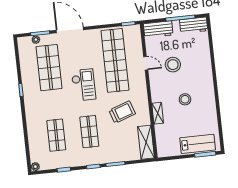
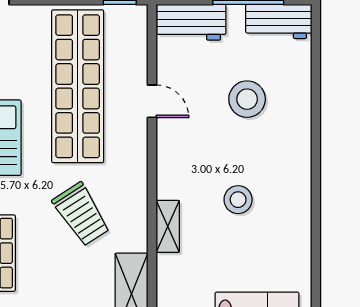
stool: (173, 65) -> (247, 99), moved
trolley: (122, 112) -> (81, 214), turned 76

